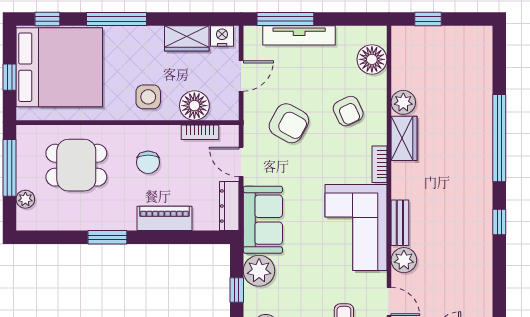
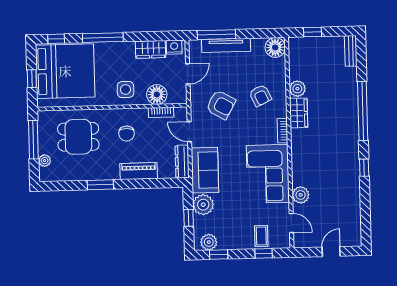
floor lamp: (372, 59) -> (275, 47), moved
bench: (400, 223) -> (351, 51), moved

